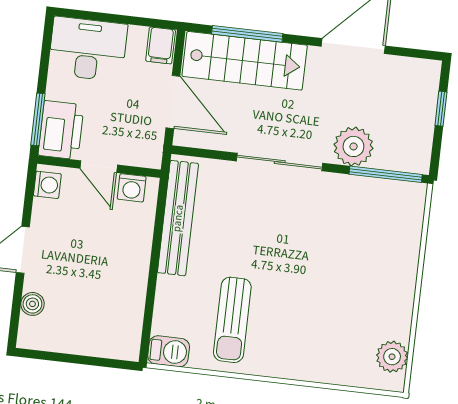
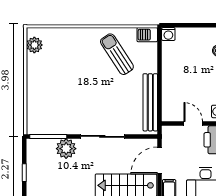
door: (173, 102) -> (160, 160), hinge flipped
washing machine: (132, 188) -> (168, 34), moved, turned 180
sun lounger: (232, 320) -> (117, 54), turned -33

